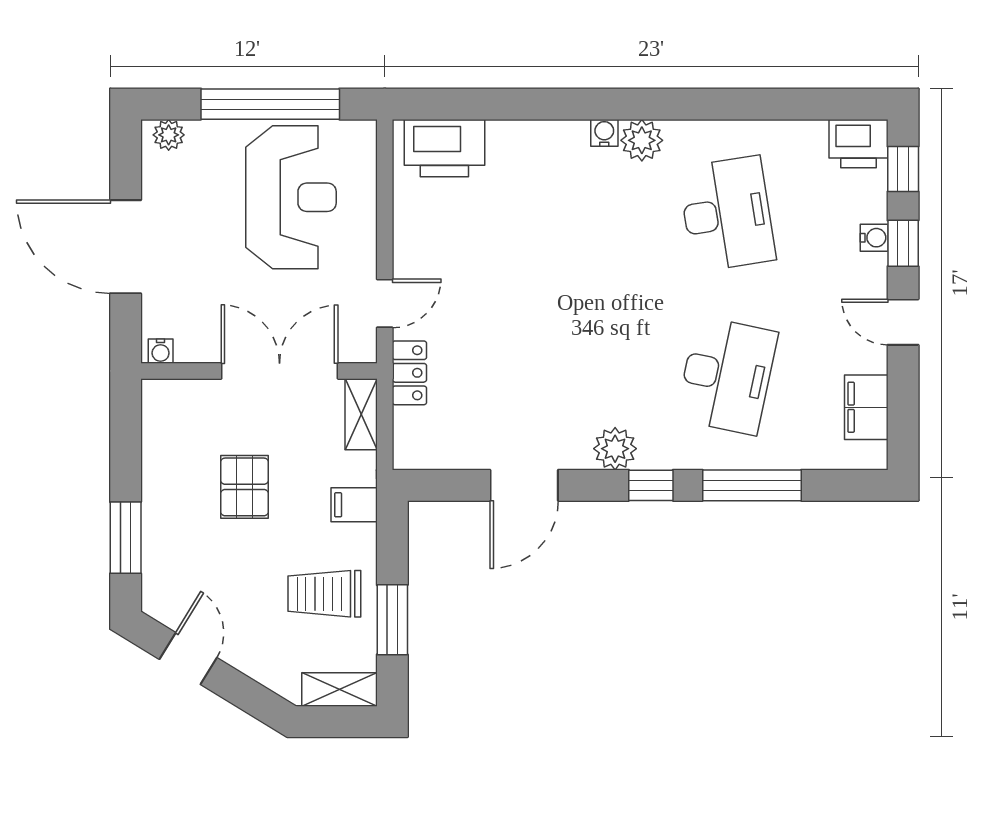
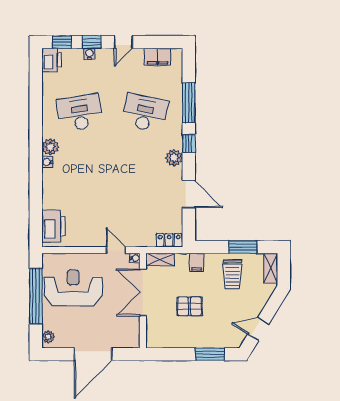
water cooler: (161, 351) -> (135, 258), moved
locker: (409, 373) -> (169, 240), moved

